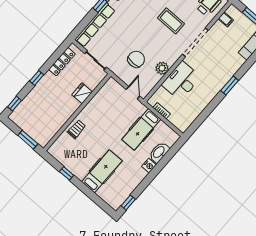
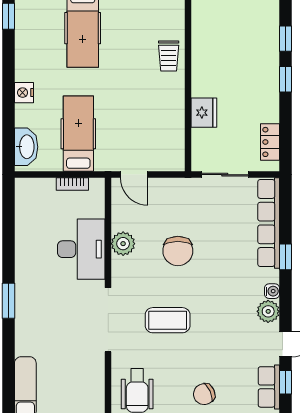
filing cabinet: (226, 19) -> (93, 388), removed
chair: (136, 59) -> (178, 251), moved
locker: (62, 62) -> (270, 142), width x0.66
window: (14, 104) -> (286, 39), moved
washbasin: (159, 152) -> (26, 147), moved

